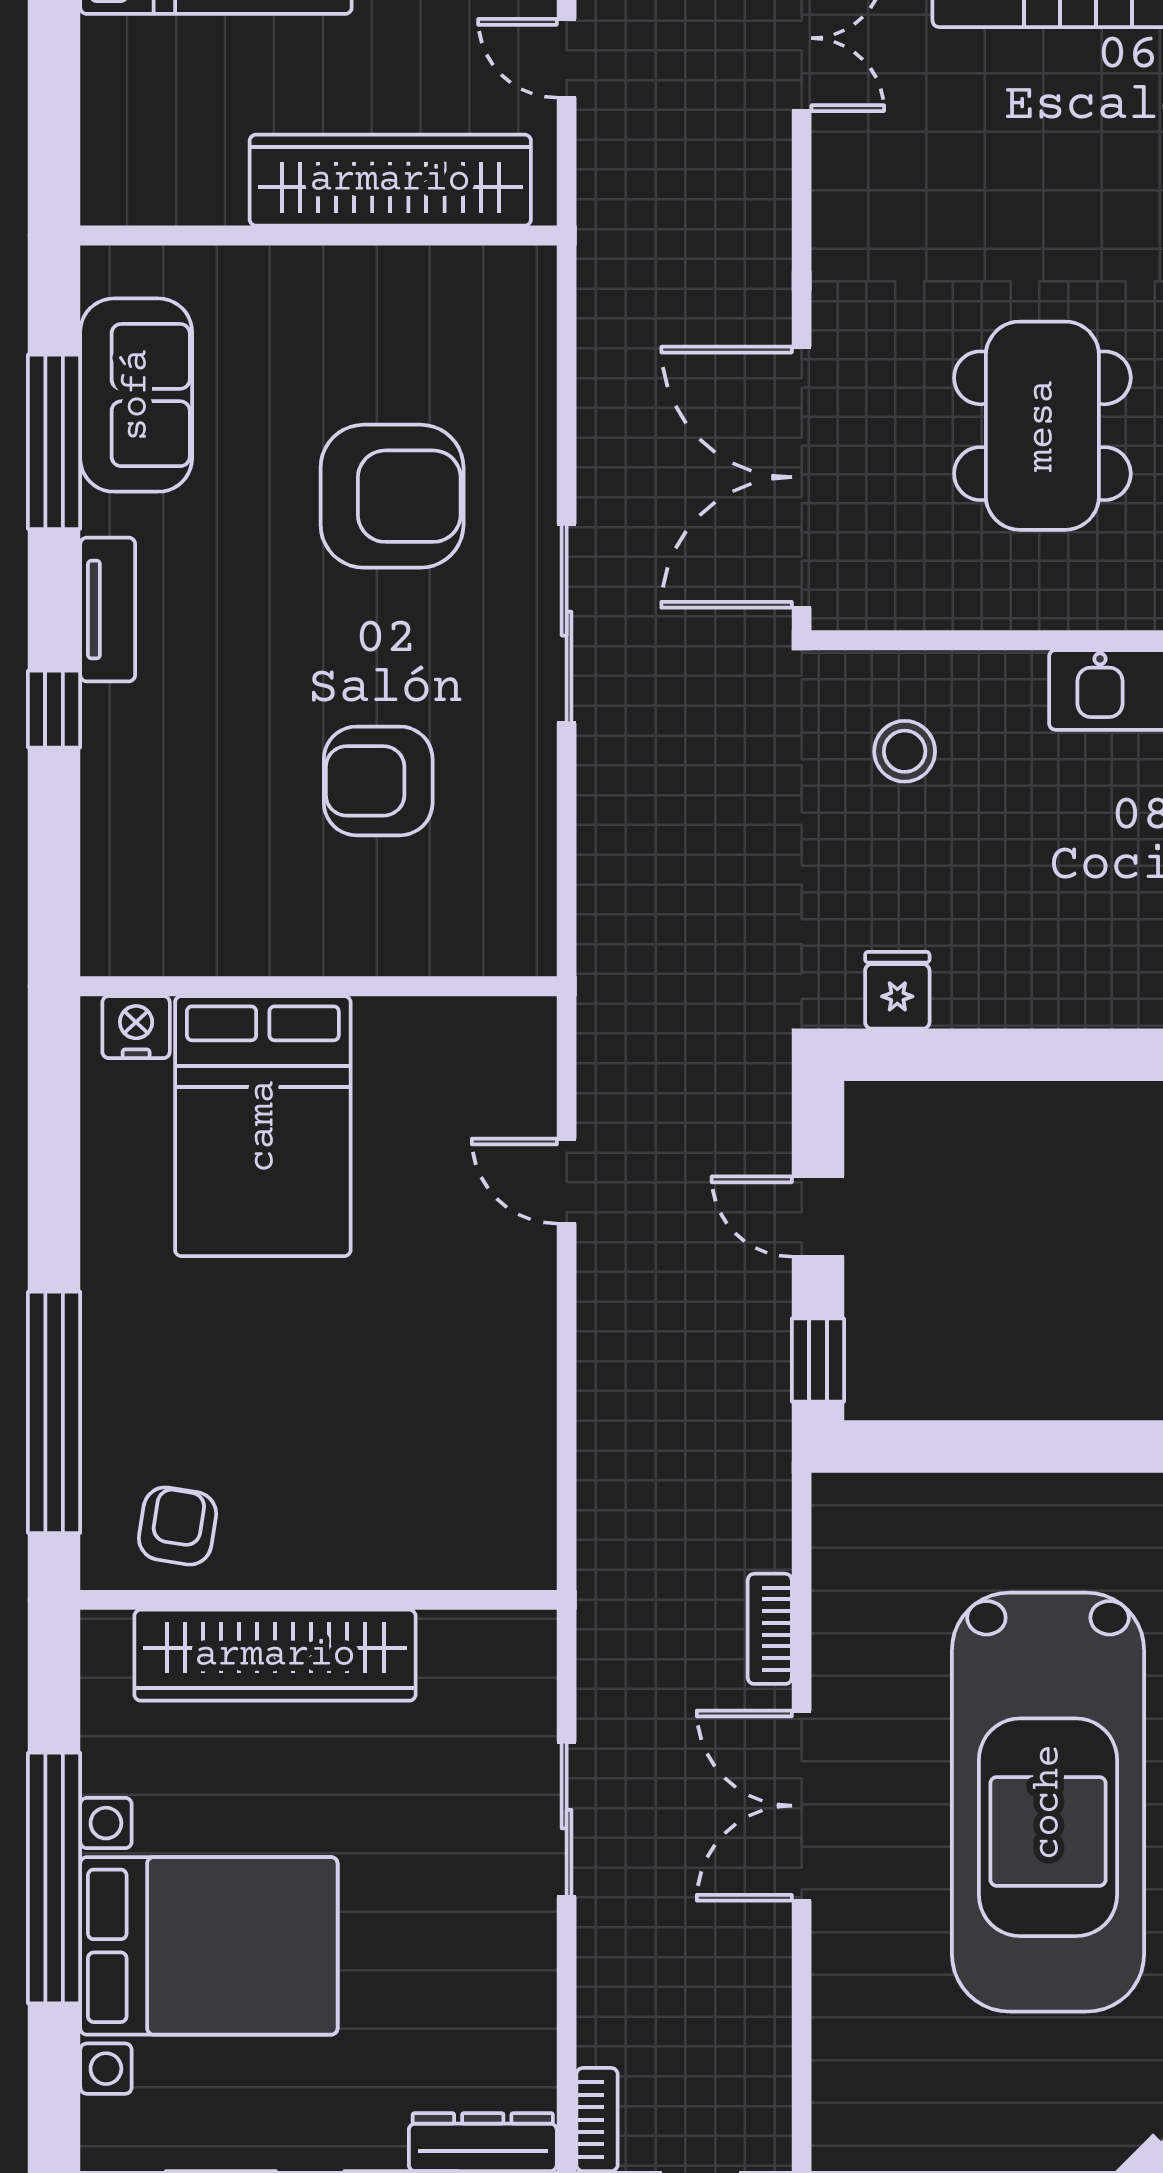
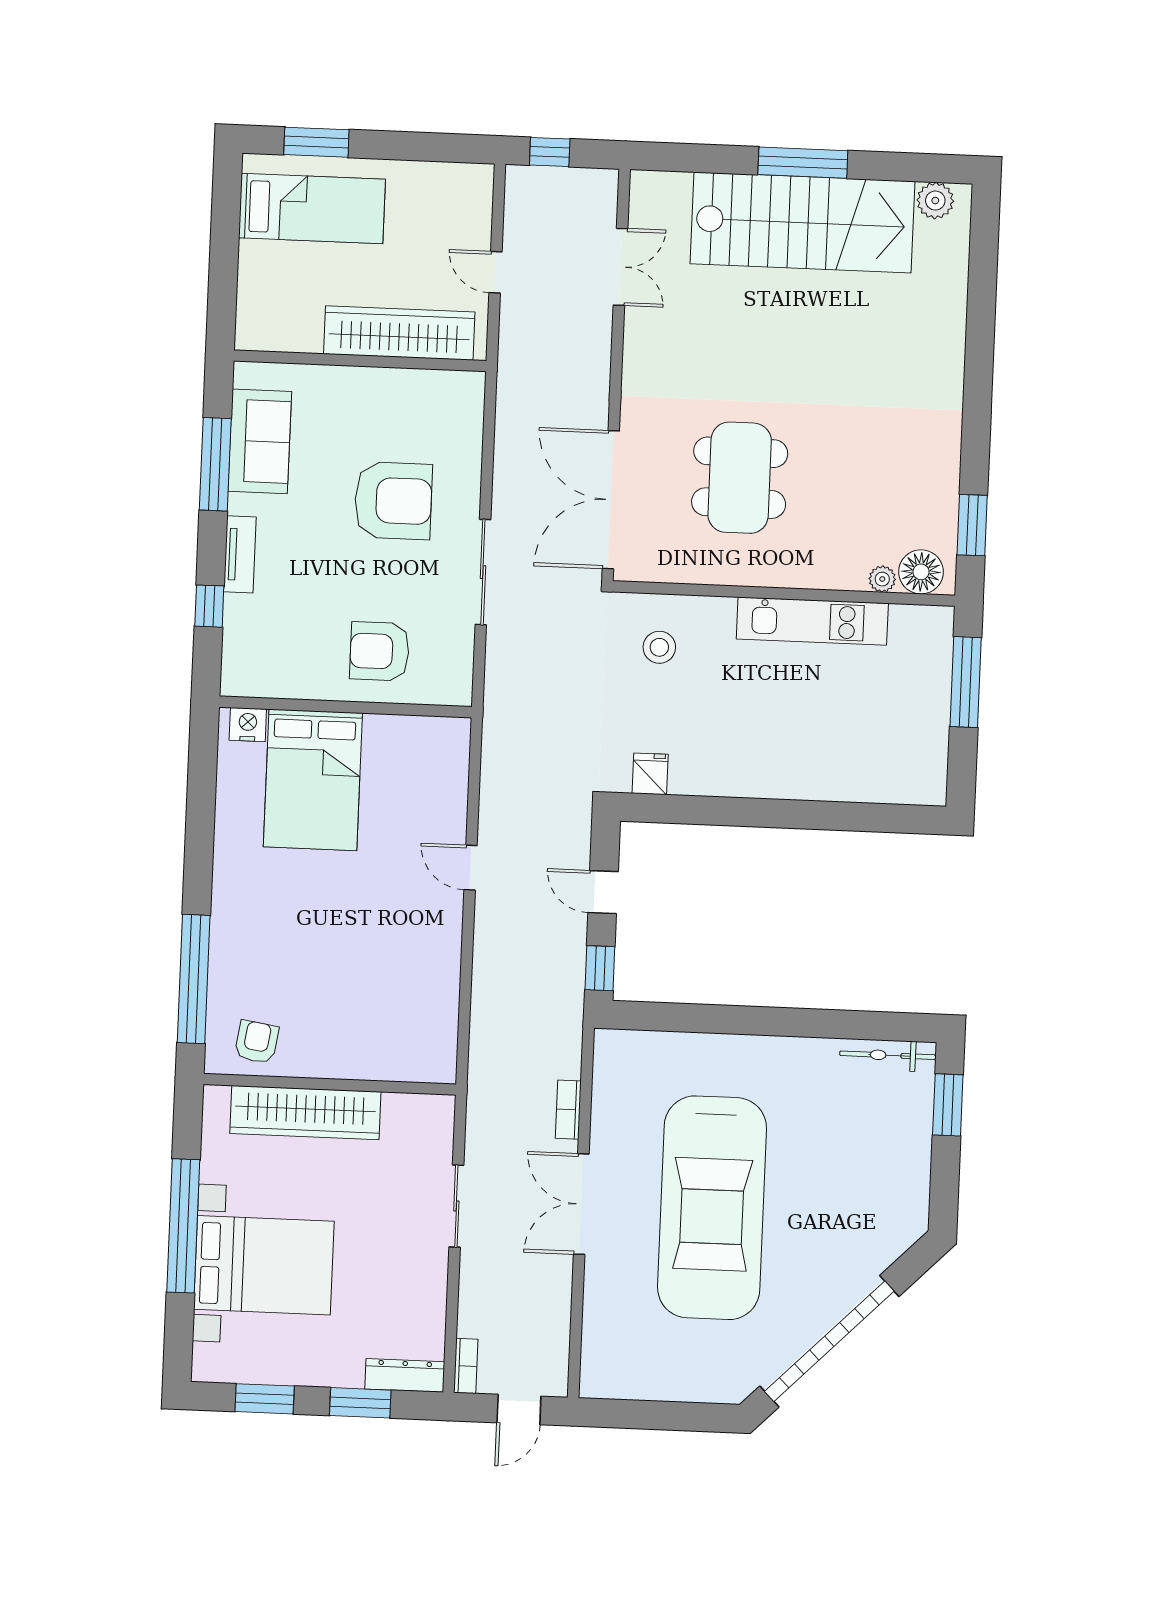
wall: (319, 986) -> (345, 707), moved
nightstand: (136, 1027) -> (248, 725), moved
bed: (263, 1126) -> (313, 780), moved

